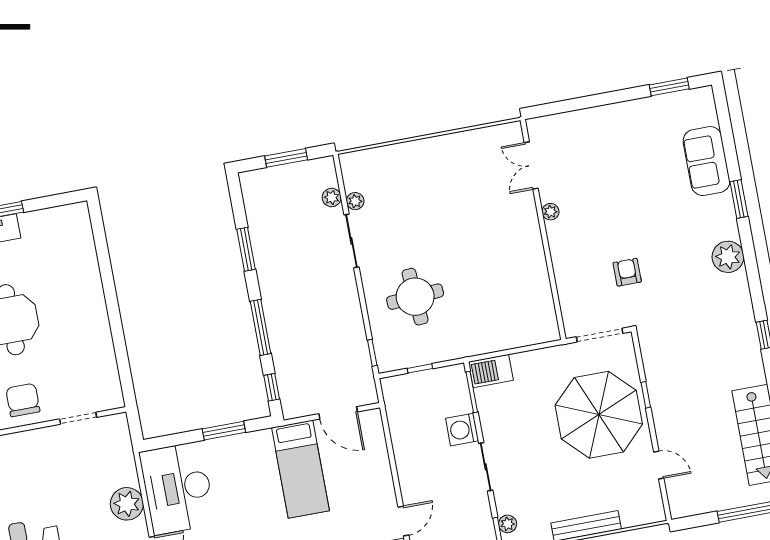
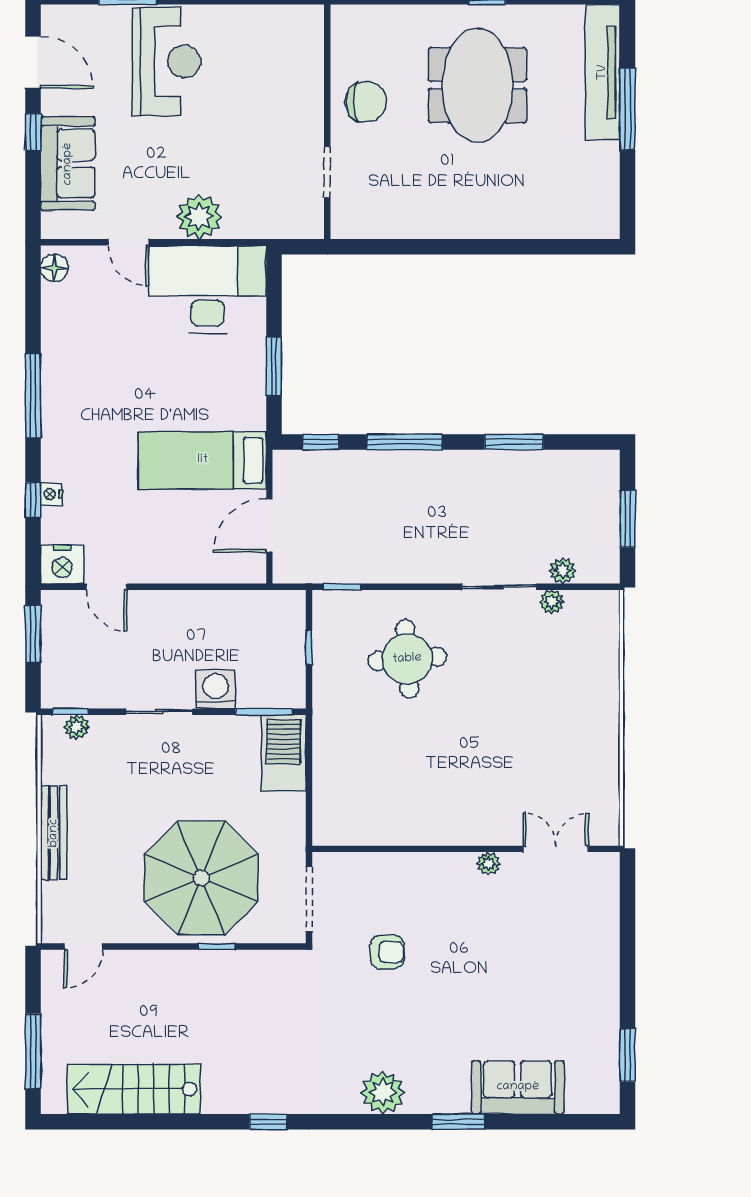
barbecue: (491, 371) -> (284, 753), width x1.37, depth x1.21
door: (659, 465) -> (84, 946), moved

